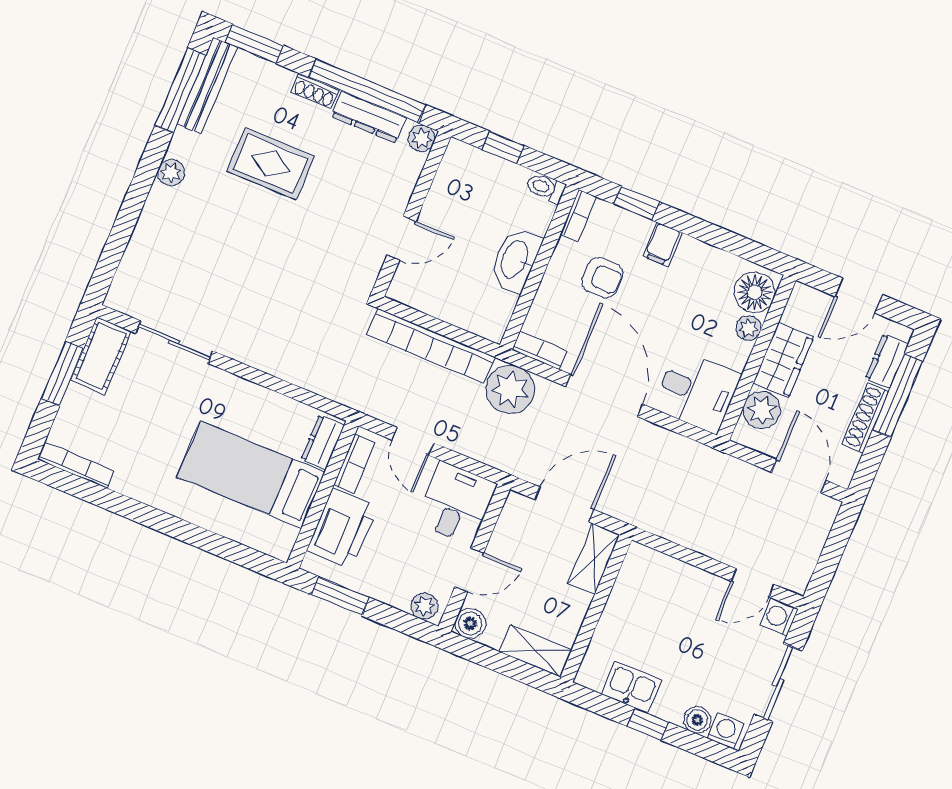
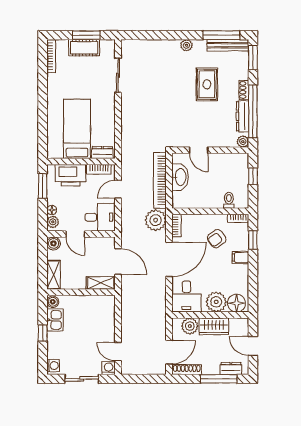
toilet: (546, 188) -> (229, 200), moved
washbasin: (515, 260) -> (180, 177), moved, turned 90
armchair: (602, 278) -> (217, 239), turned 55
plant: (748, 328) -> (216, 302), width x1.88, depth x1.88
cot: (101, 356) -> (84, 48), moved
shoe rack: (866, 418) -> (187, 370), moved
floor lamp: (399, 598) -> (52, 210), added
boiler: (697, 720) -> (53, 302), moved

